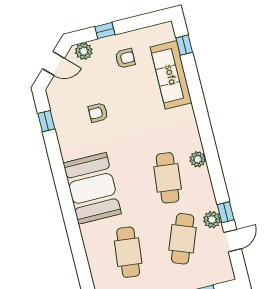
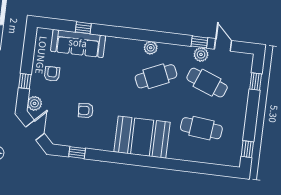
window: (184, 45) -> (83, 28), moved
armchair: (98, 113) -> (86, 110), turned 86
cafe table: (168, 178) -> (156, 76), turned -30

